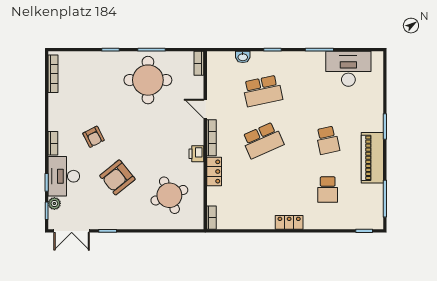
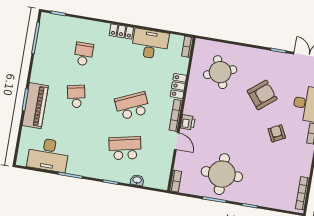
printer: (196, 154) -> (188, 122), moved
piano: (372, 158) -> (35, 106), moved
desk: (254, 214) -> (150, 44), added

